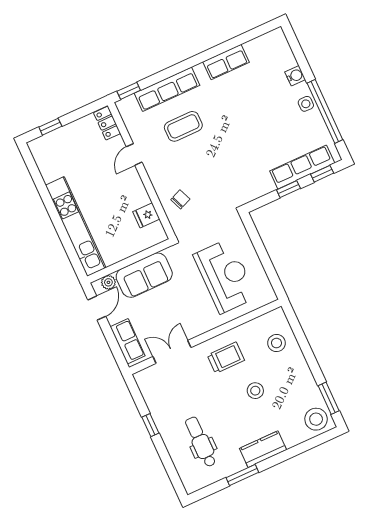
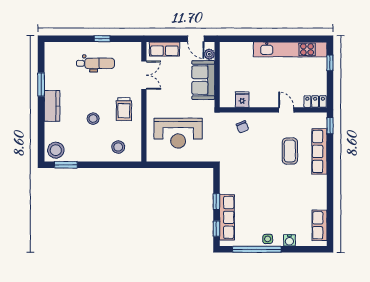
row of seats: (226, 62) -> (319, 225), moved
kitchen unit: (76, 226) -> (290, 49), moved
dental chair: (201, 442) -> (95, 63), moved

